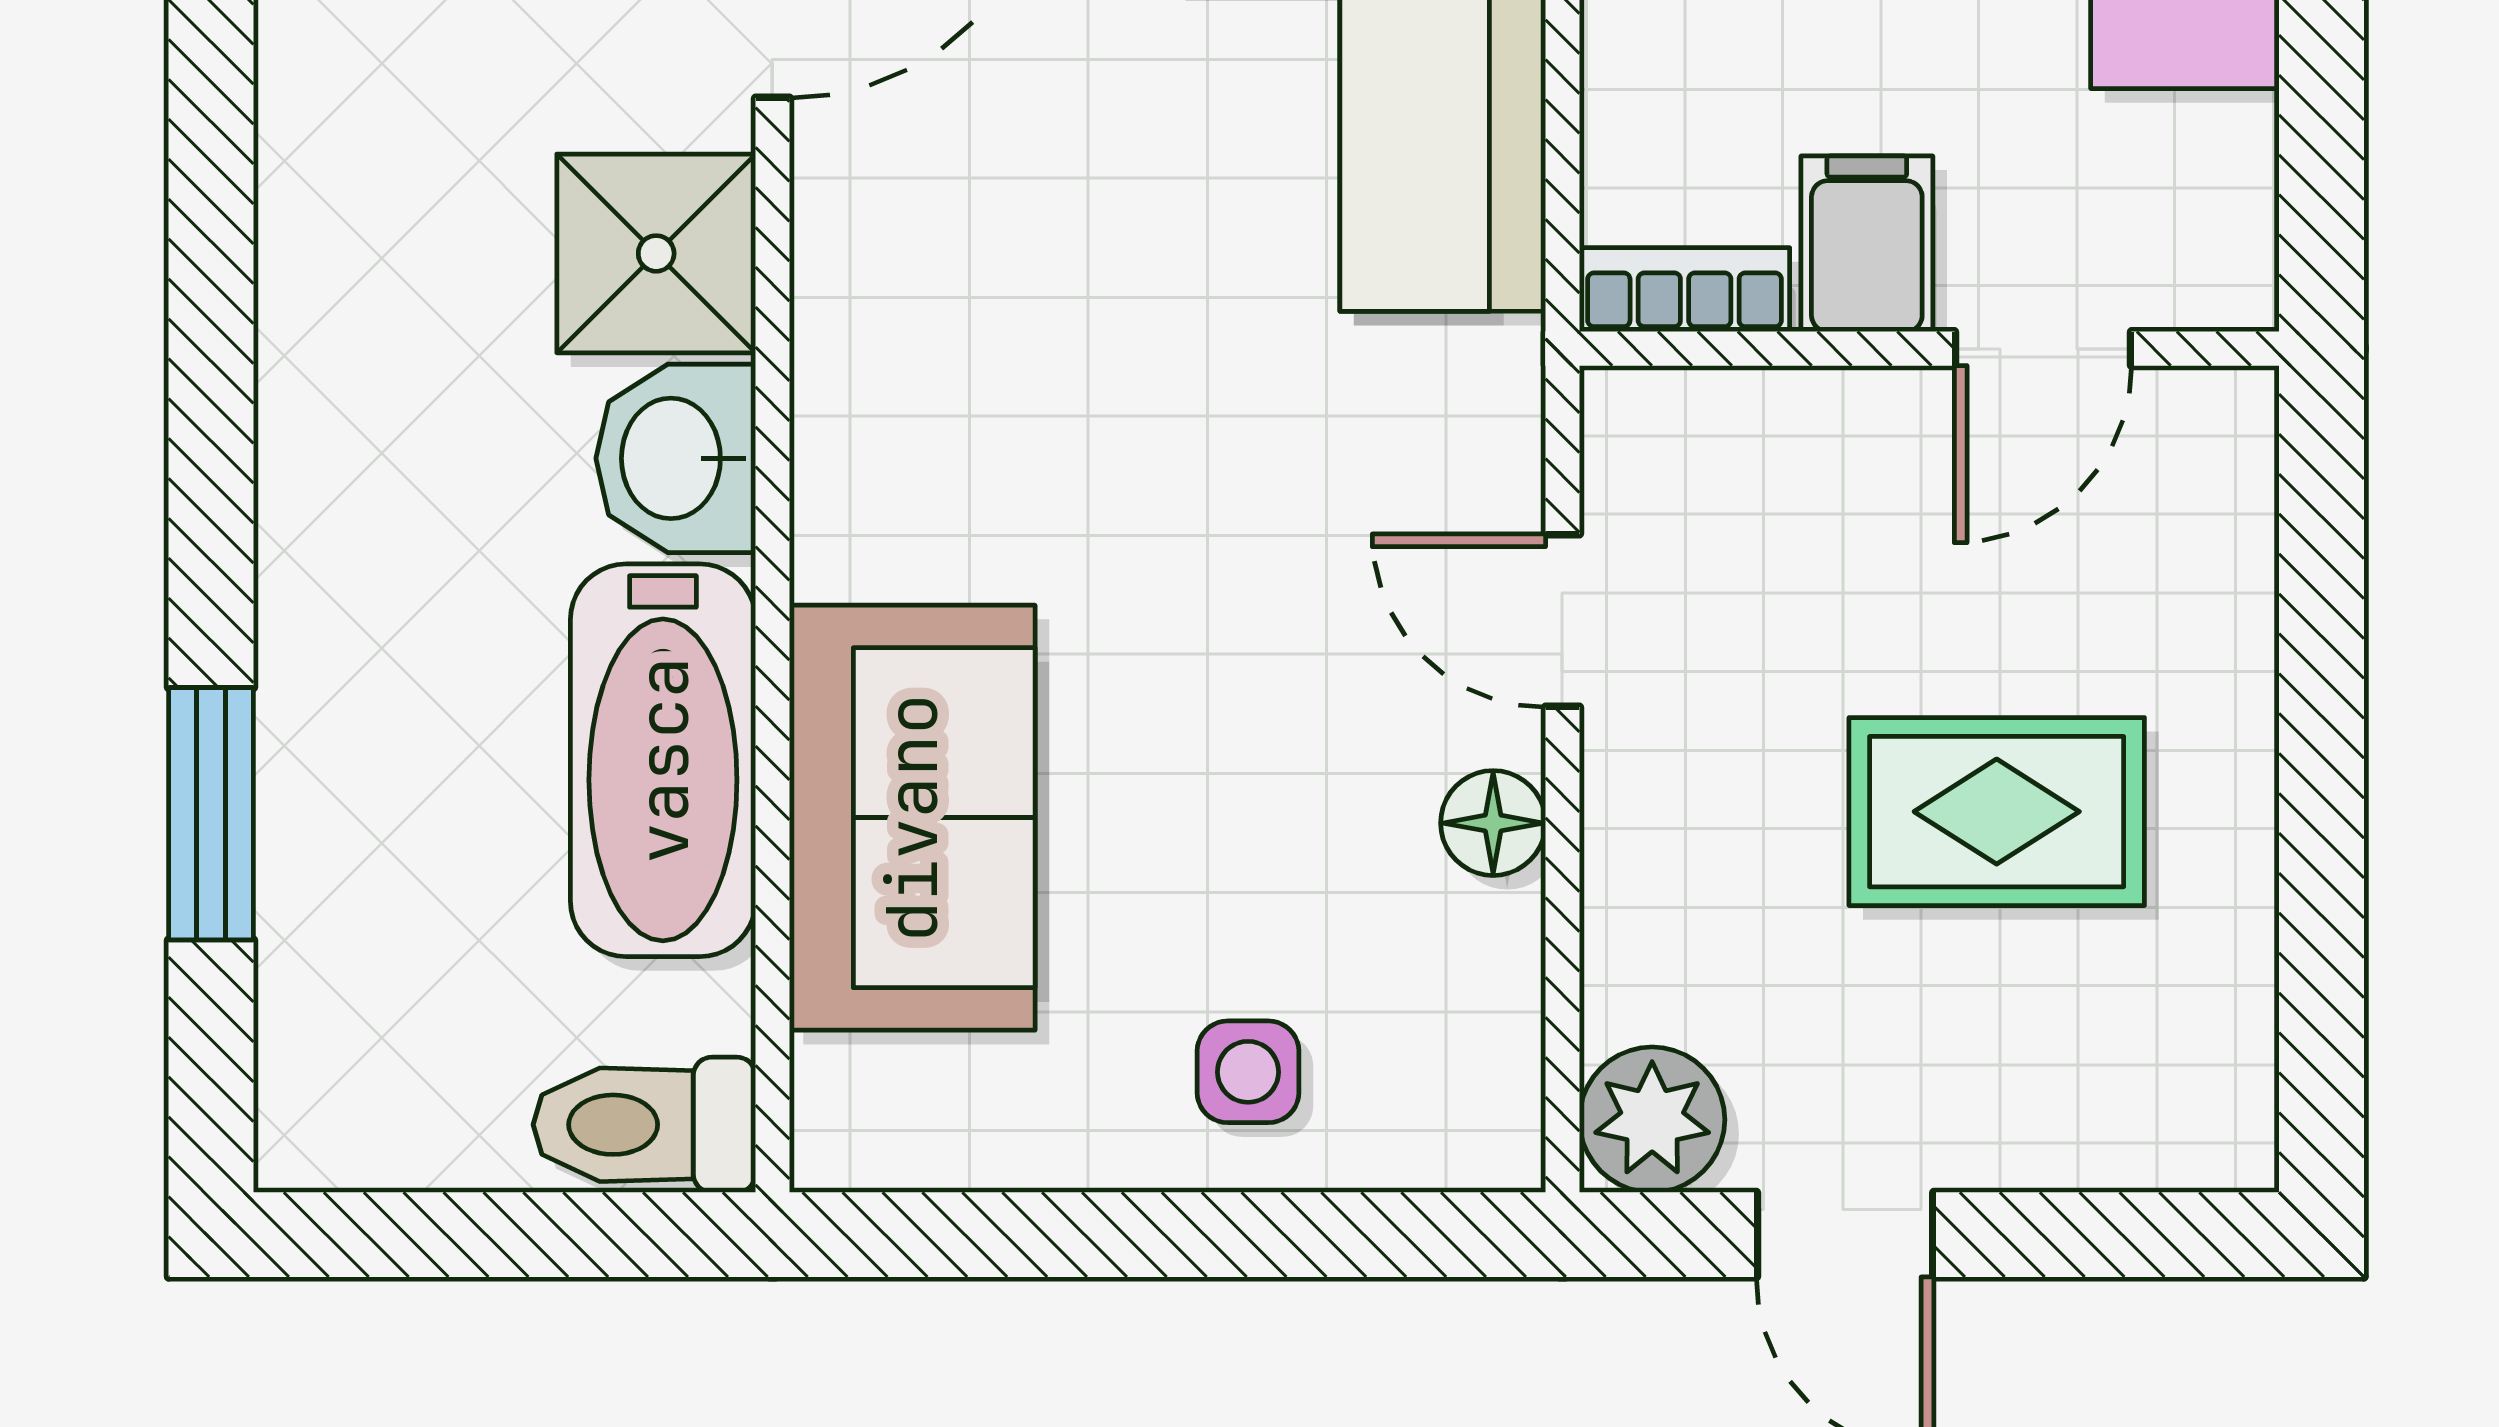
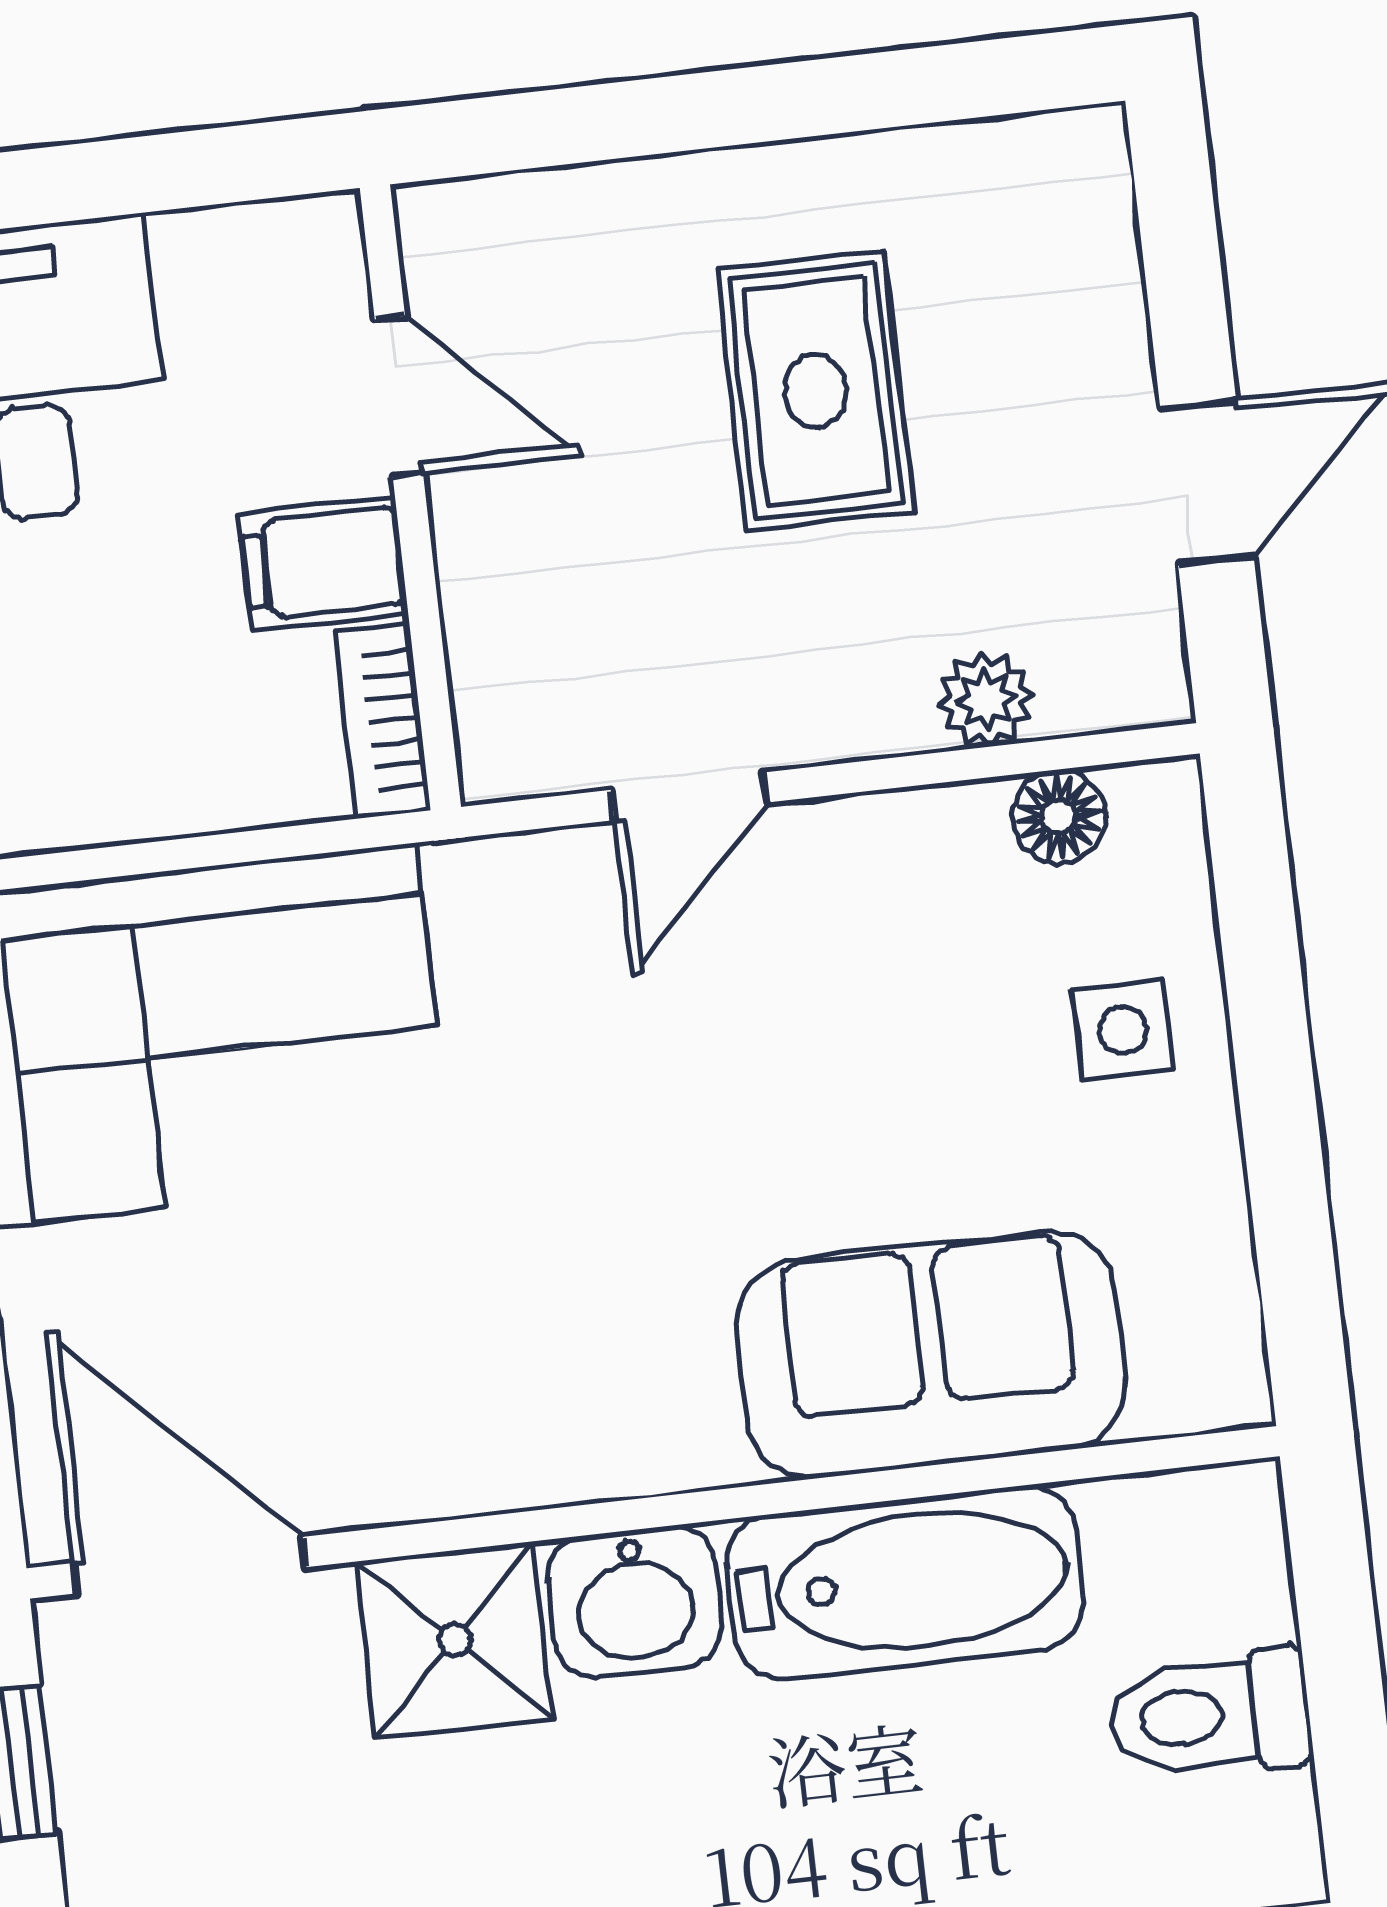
floor lamp: (1493, 823) -> (1059, 817), moved
plant: (1652, 1120) -> (986, 700), moved, width x0.73, depth x0.73
toilet: (644, 1125) -> (1209, 1715), moved, turned 90

